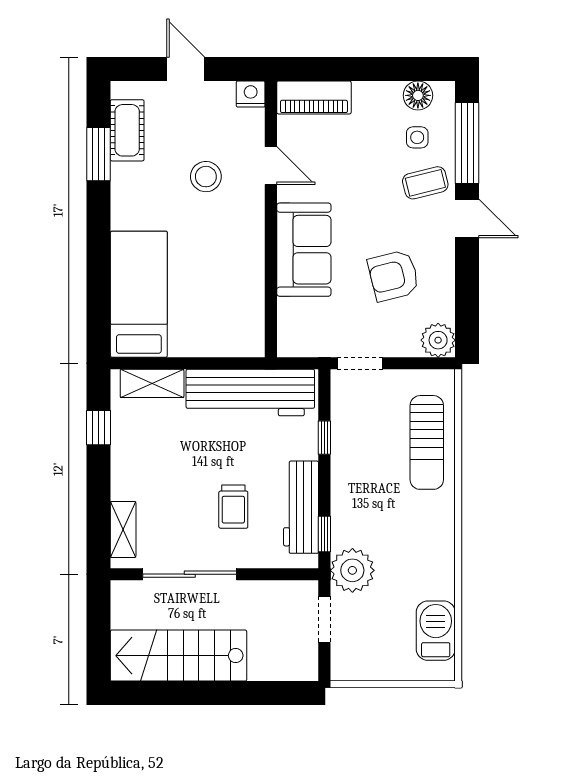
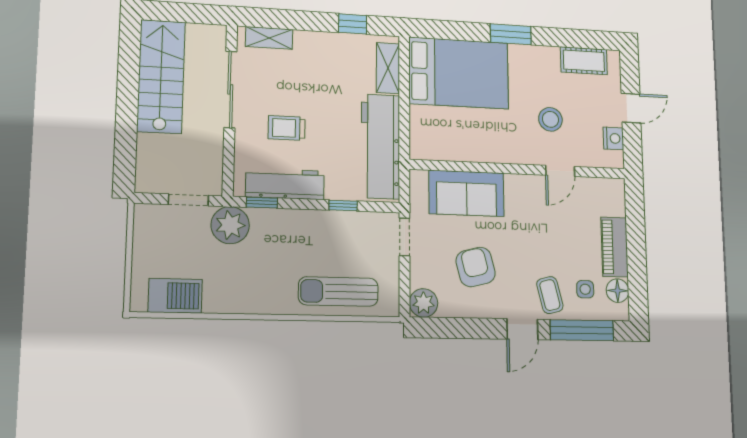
nightstand: (251, 94) -> (613, 138), moved
piano: (314, 97) -> (615, 247), moved
window: (99, 154) -> (511, 34), moved
sofa: (304, 250) -> (467, 193), moved
bed: (139, 294) -> (459, 73), width x1.50

